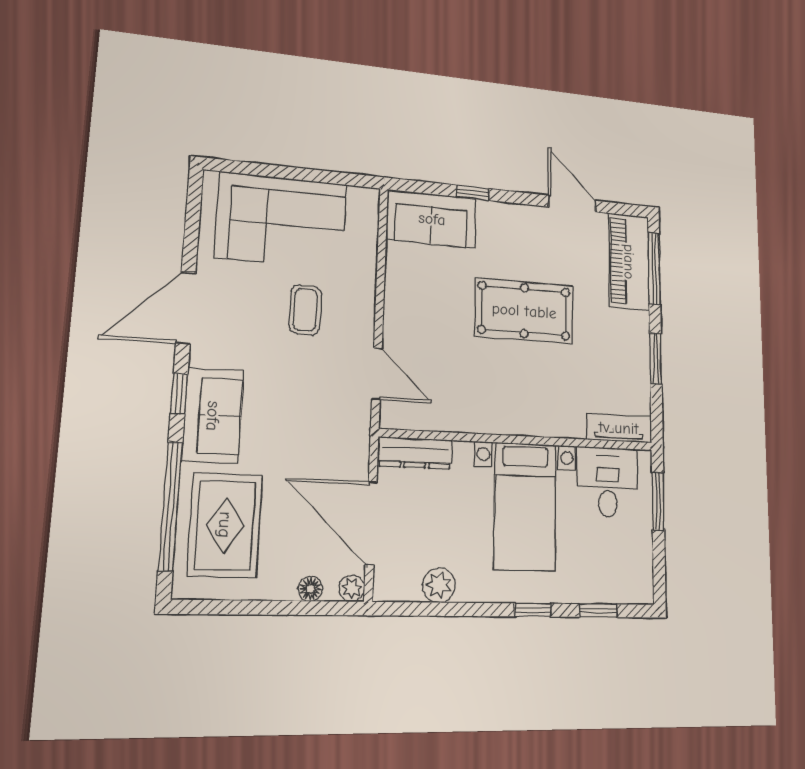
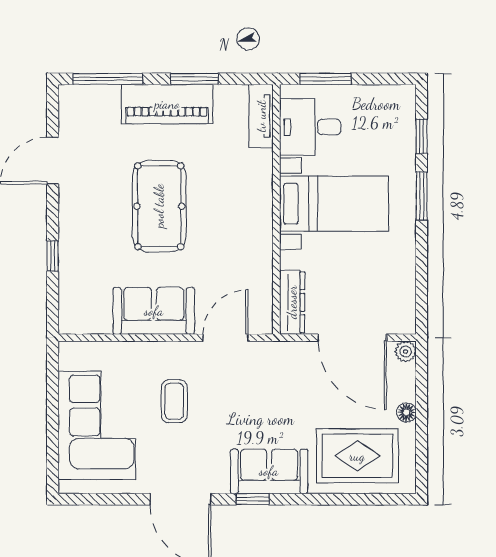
sofa: (432, 219) -> (154, 311), moved, turned -90
piano: (629, 262) -> (167, 104), moved
coffee table: (305, 310) -> (174, 401), turned 90
window: (170, 506) -> (343, 499), removed
door: (371, 523) -> (352, 338), hinge flipped
plant: (439, 585) -> (402, 278), removed
floor lamp: (310, 589) -> (406, 412), moved
window: (533, 610) -> (422, 196), width x1.50

